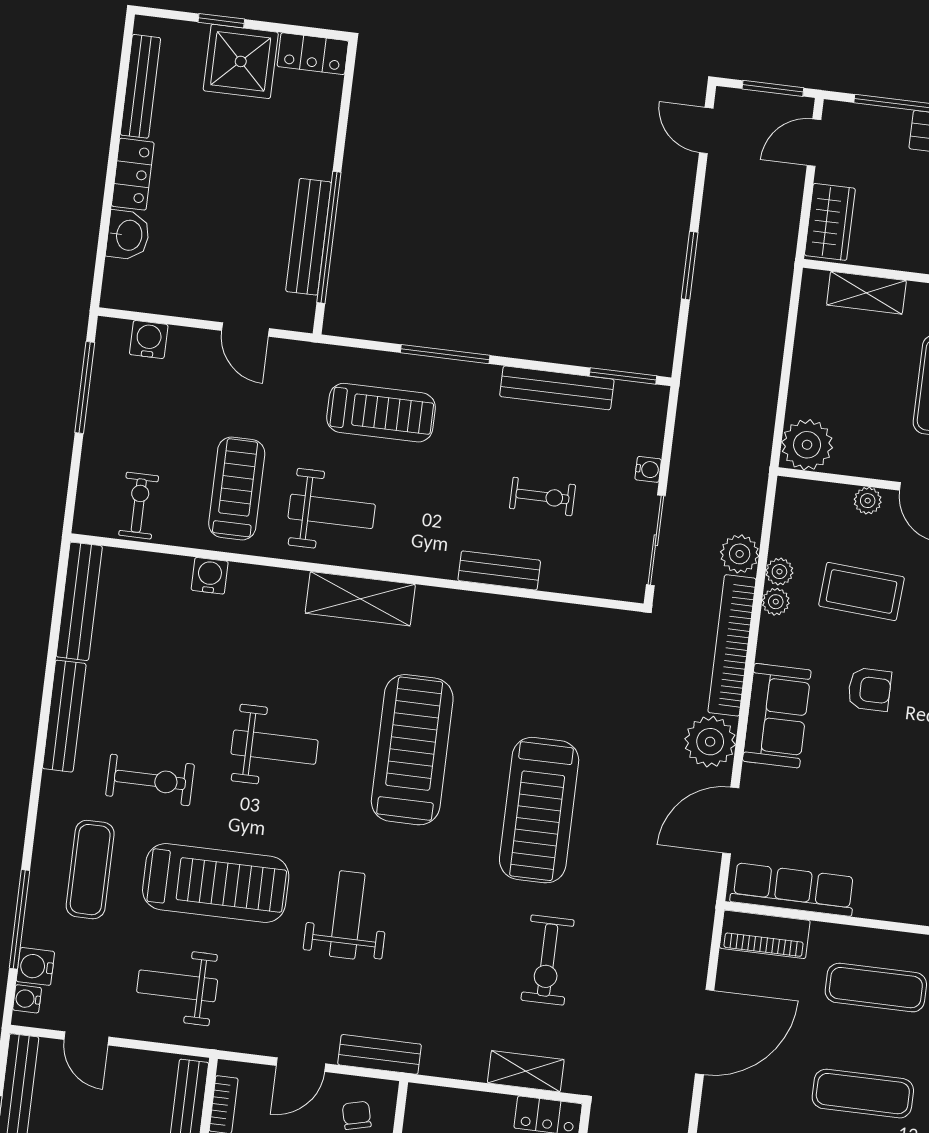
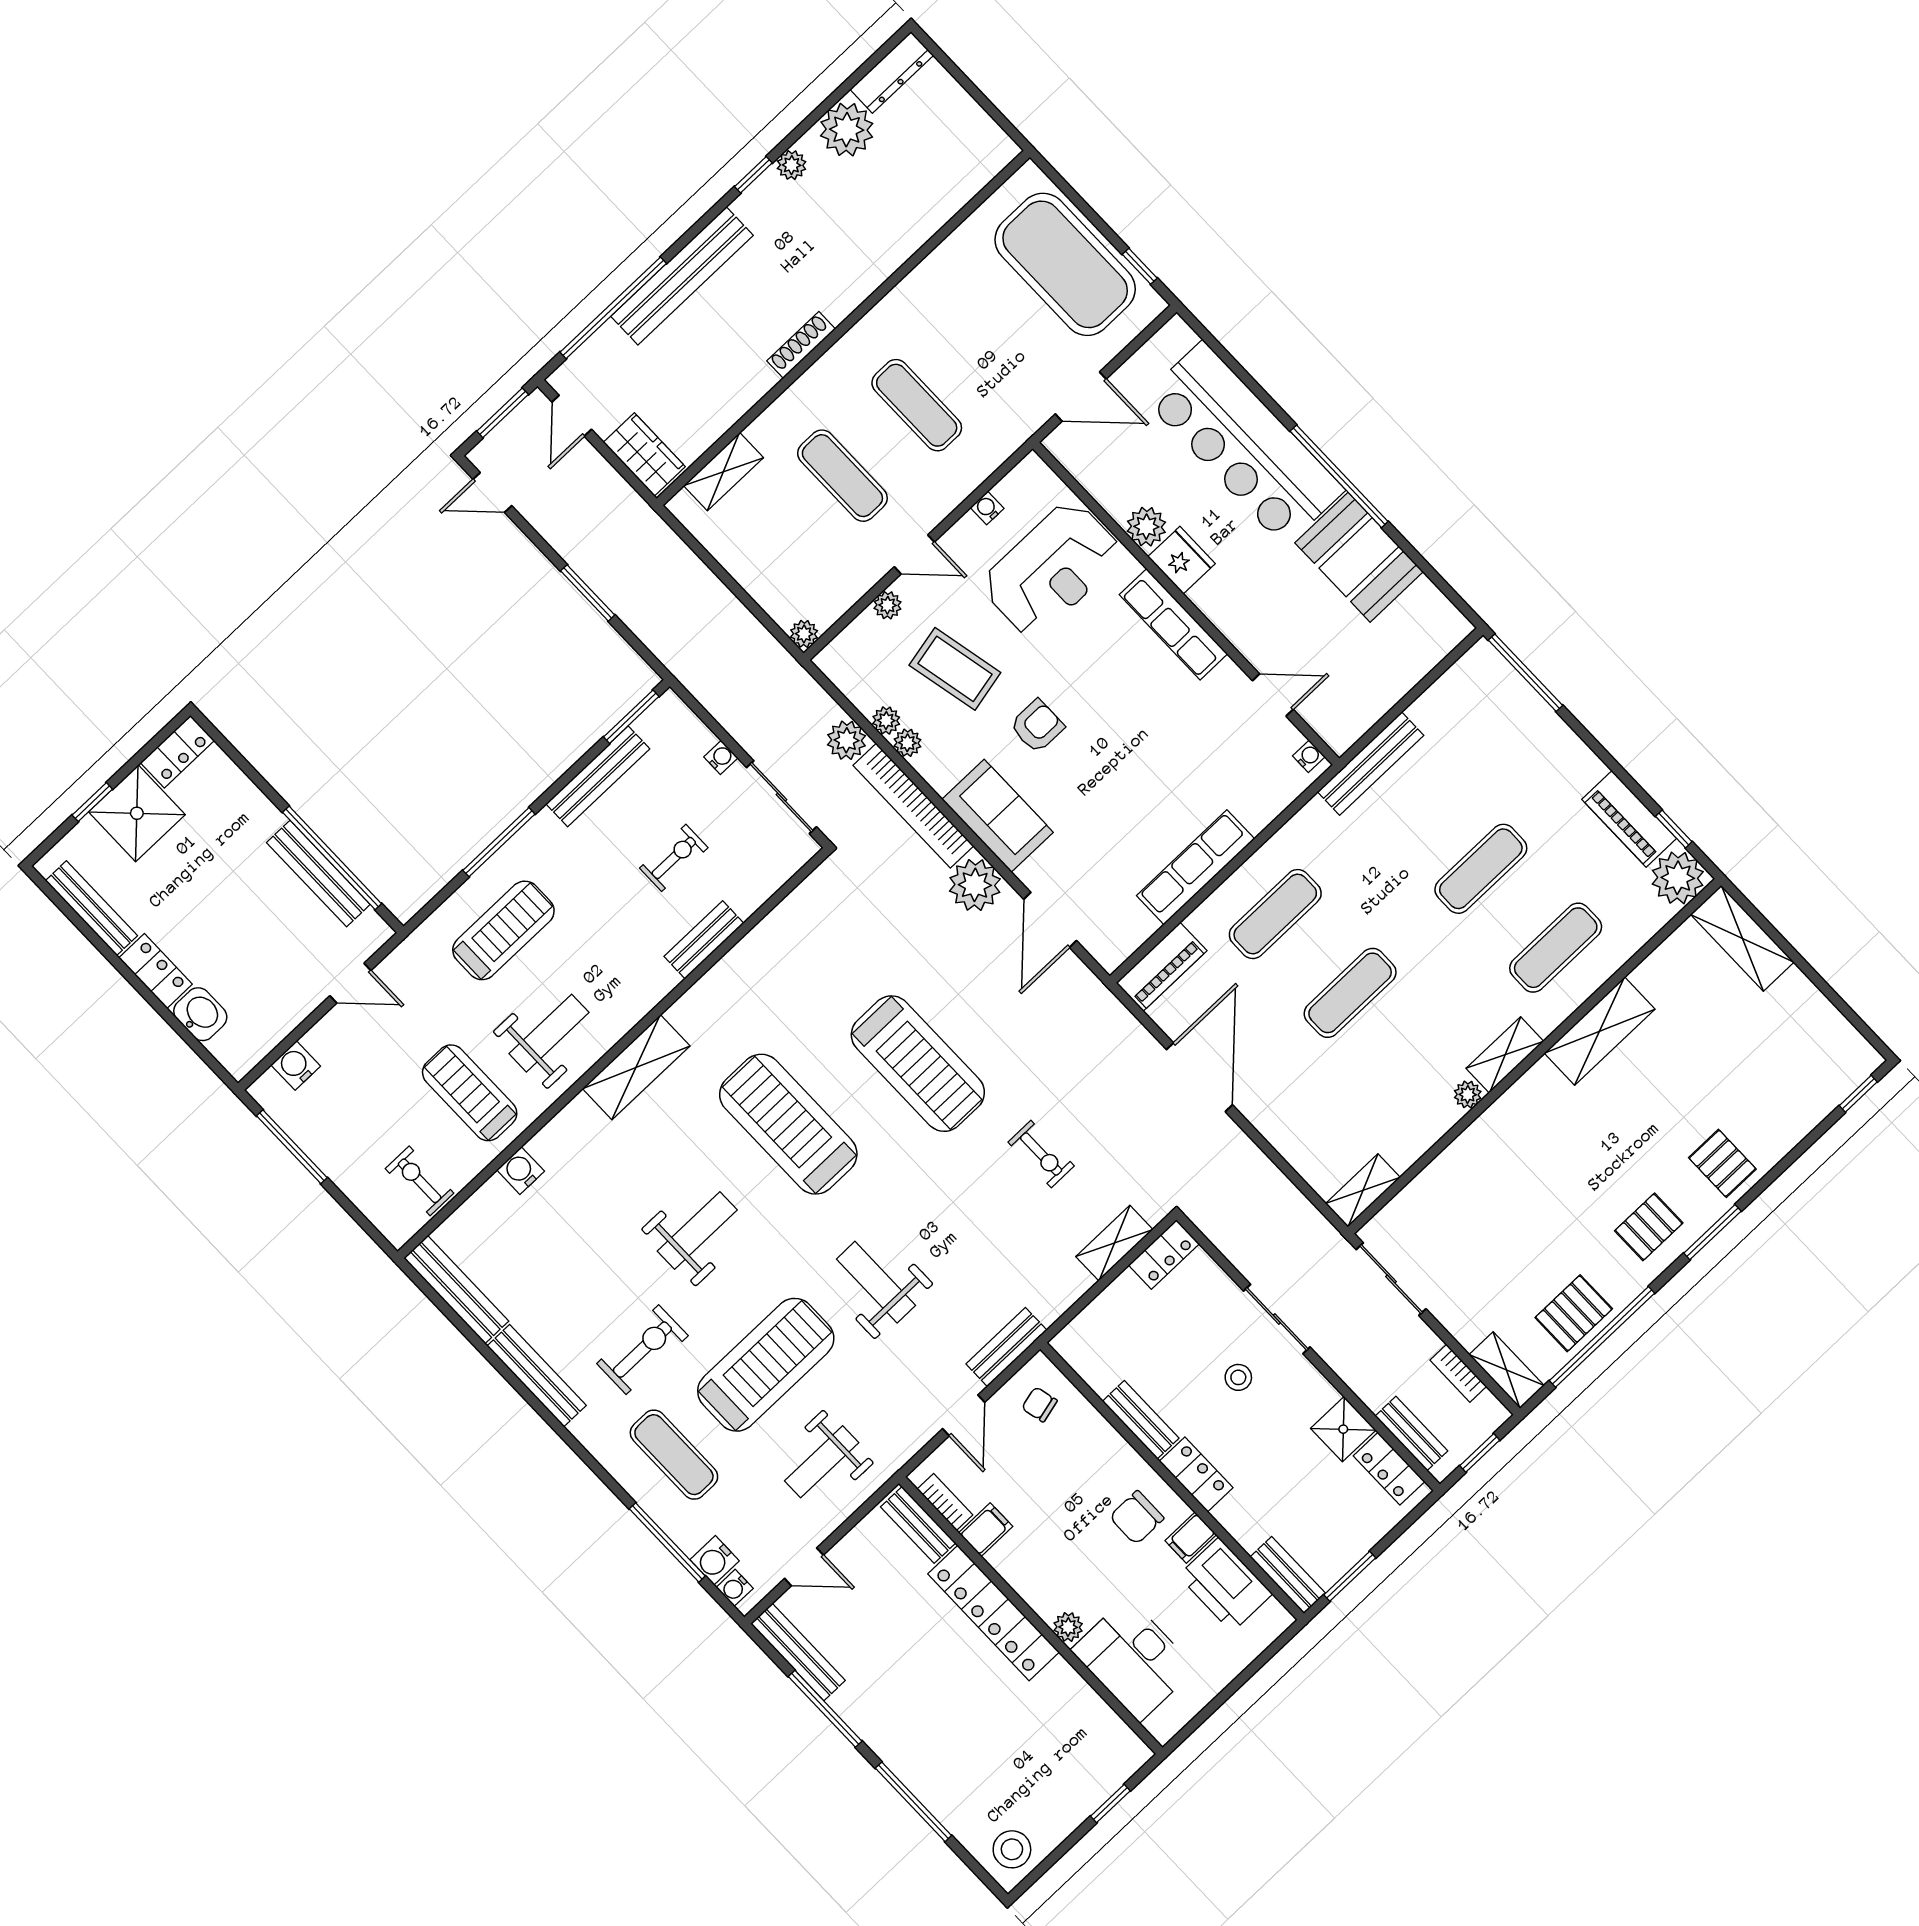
plant: (807, 445) -> (804, 634), width x0.53, depth x0.53
coffee table: (862, 591) -> (955, 669), turned 74
row of seats: (793, 889) -> (1196, 867), moved
exercise bike: (548, 960) -> (1041, 1154), width x0.73, depth x0.72

